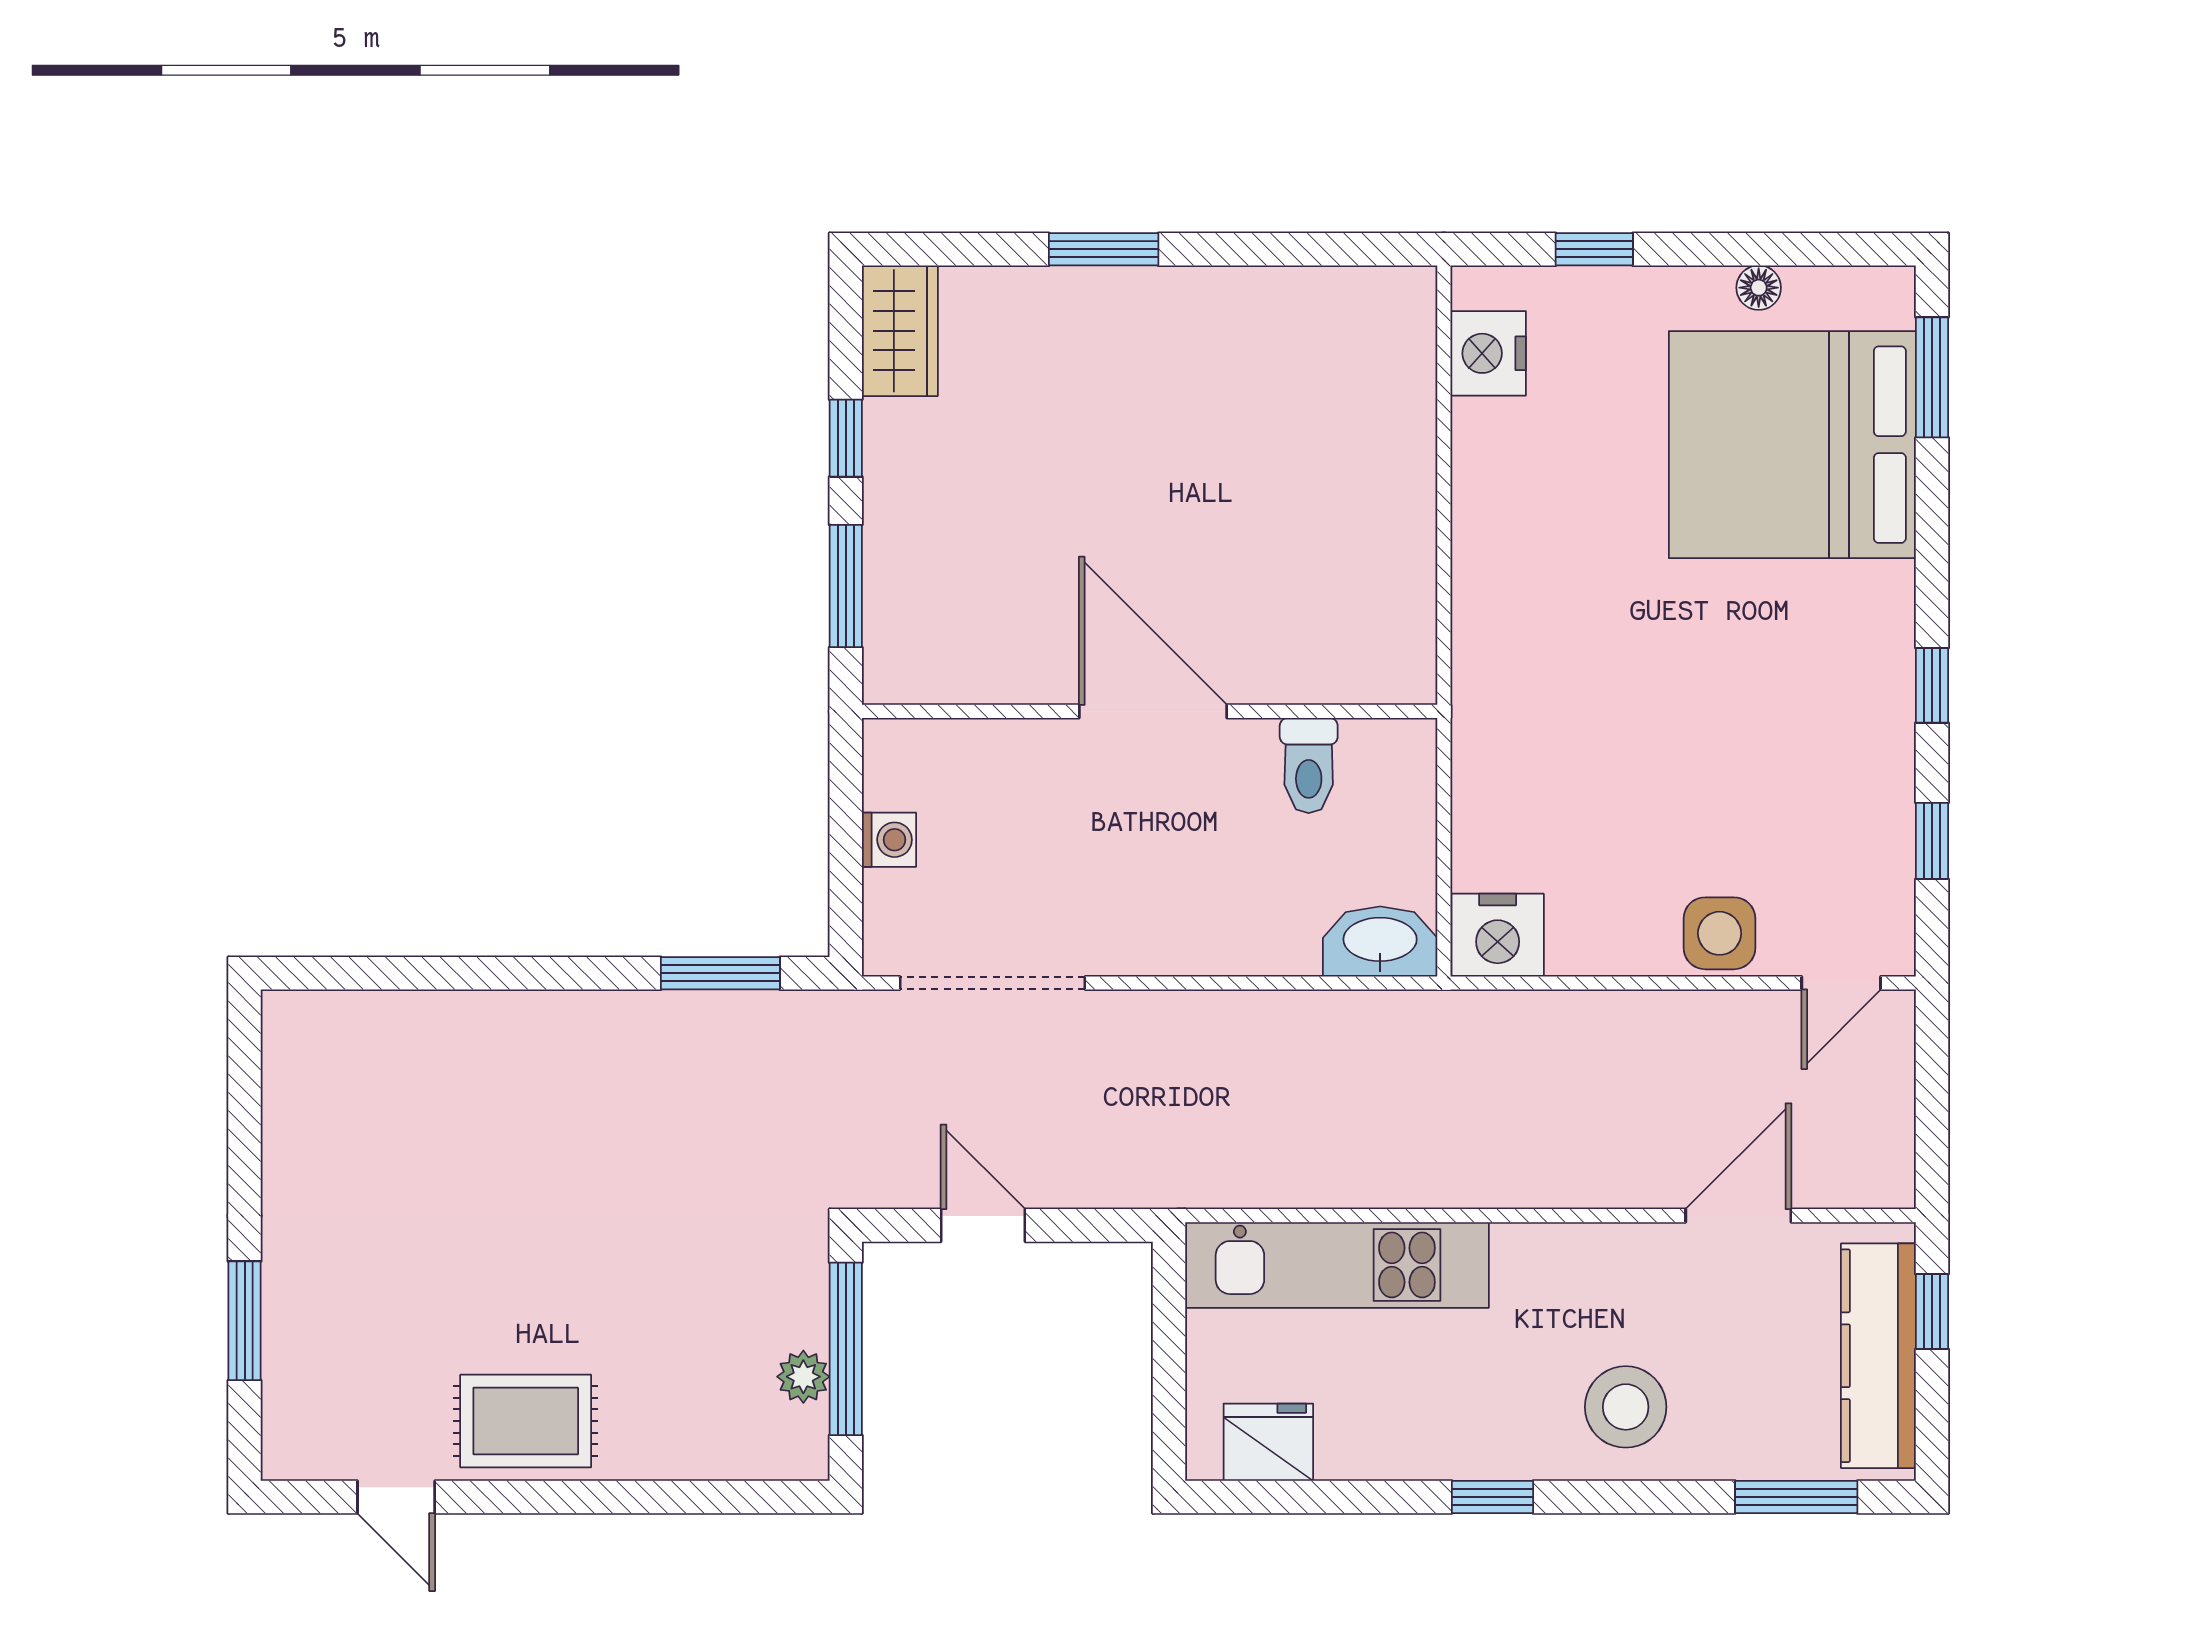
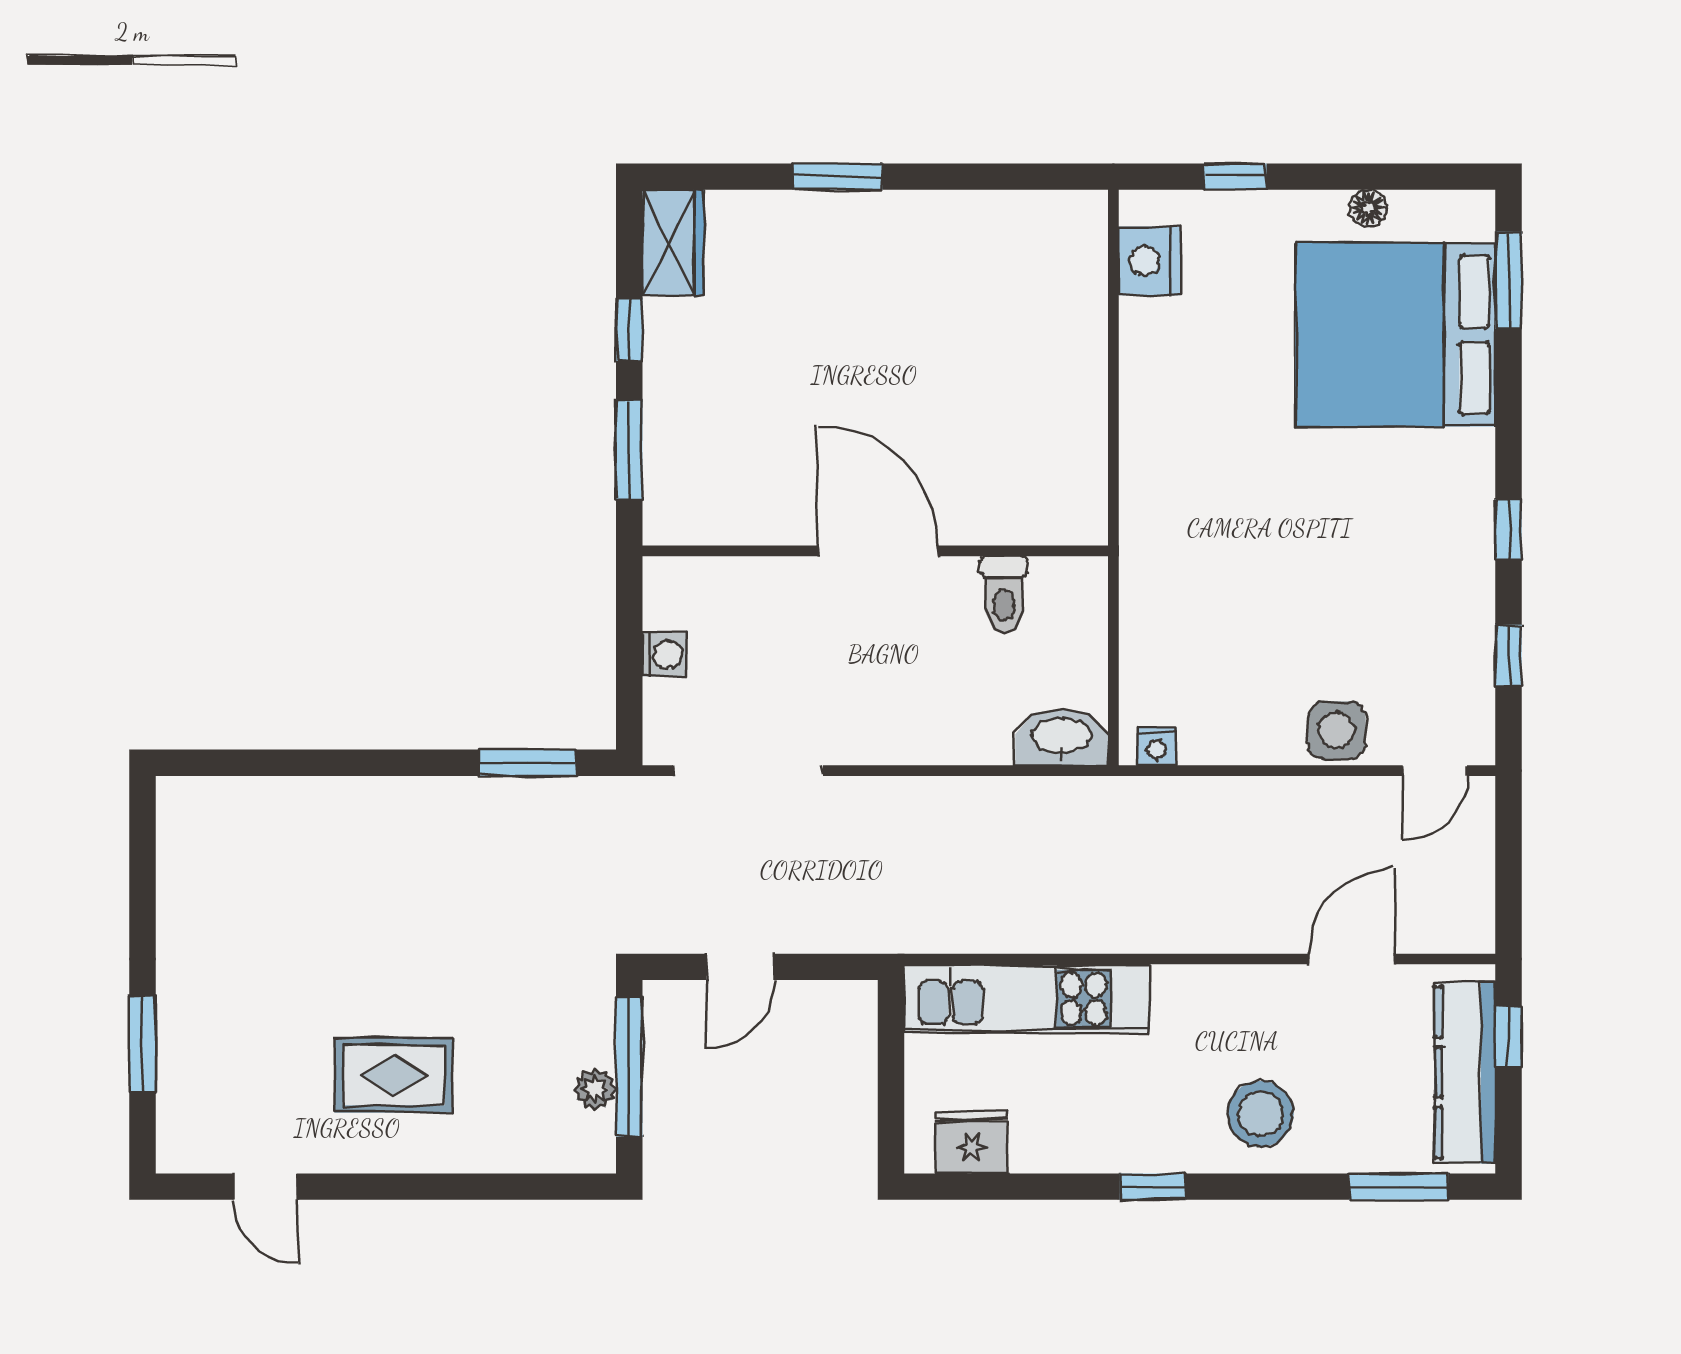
nightstand: (1498, 935) -> (1157, 747), width x0.53, depth x0.56
door: (983, 1225) -> (740, 967), swing flipped
rug: (526, 1421) -> (394, 1075), moved

